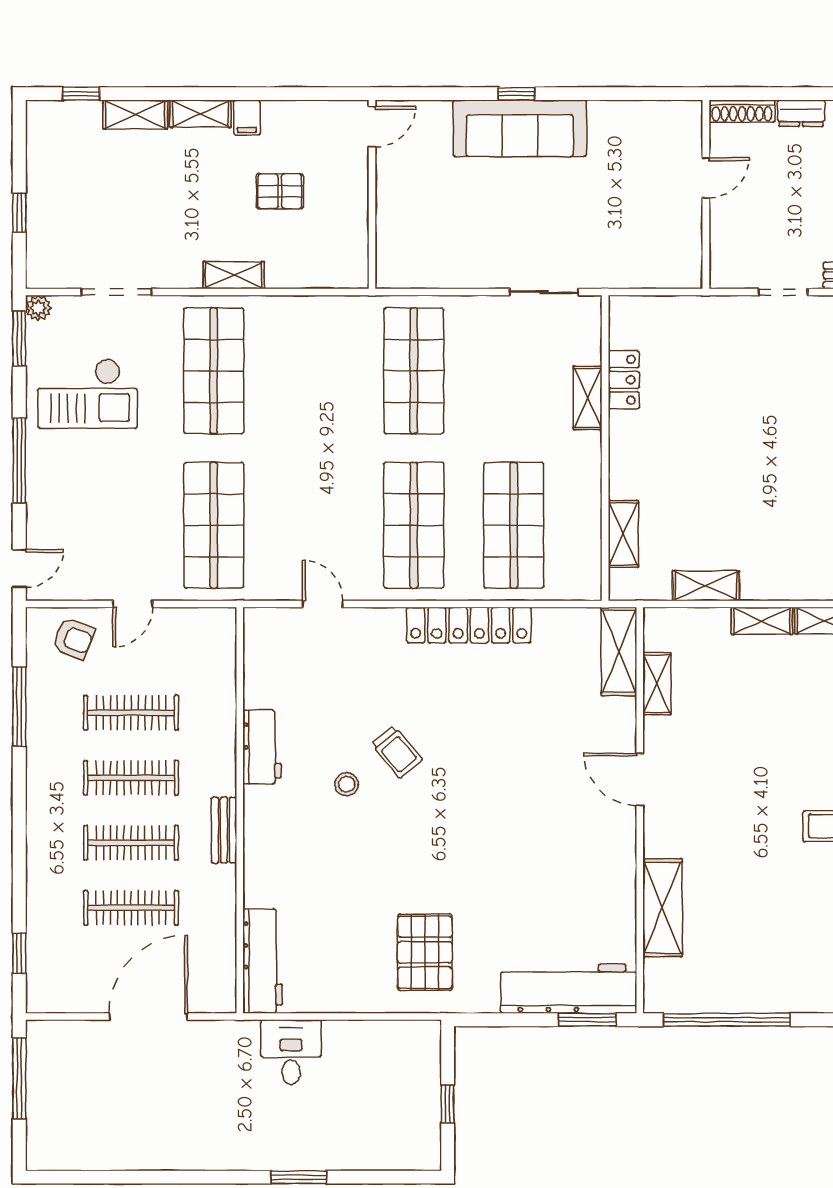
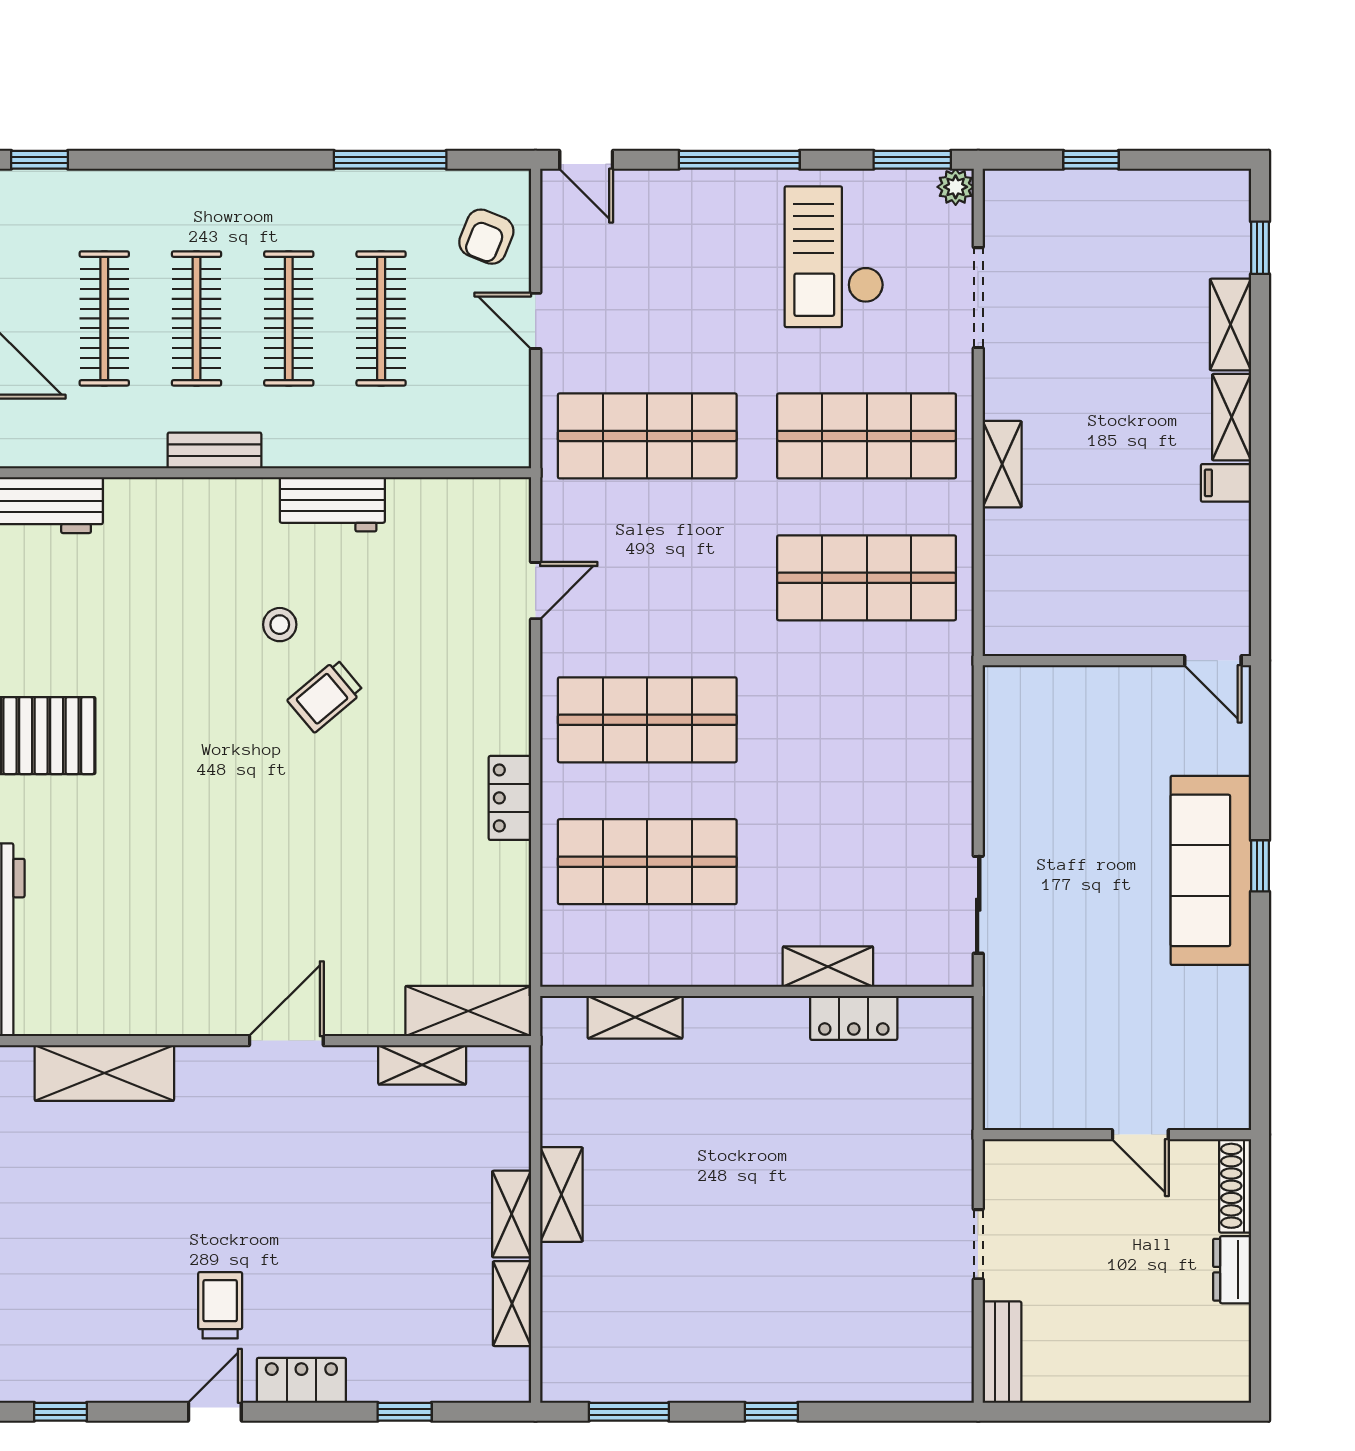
pallet: (280, 191) -> (1121, 530), removed
shop shelf: (414, 371) -> (867, 578), moved
shelving: (706, 586) -> (561, 1194), moved
locker: (469, 625) -> (510, 798), width x0.46, depth x0.83

